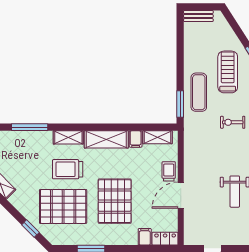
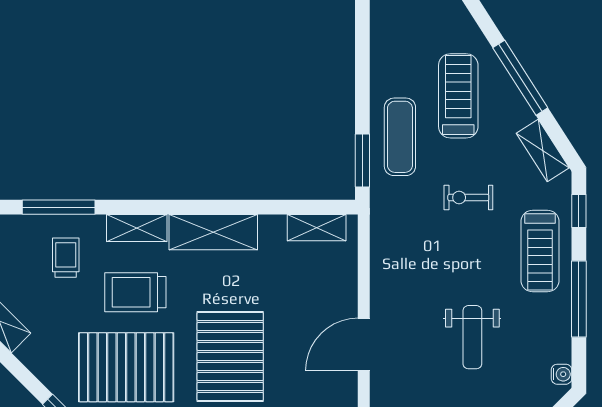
filing cabinet: (136, 139) -> (272, 231), removed
trolley: (169, 171) -> (66, 258), moved

